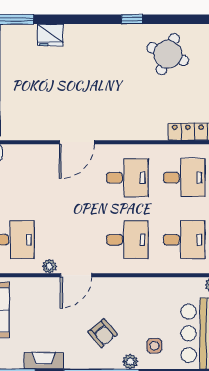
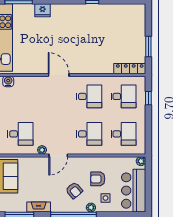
round table: (168, 54) -> (114, 22), removed
door: (77, 142) -> (59, 75), swing flipped
armchair: (142, 314) -> (98, 179), added

